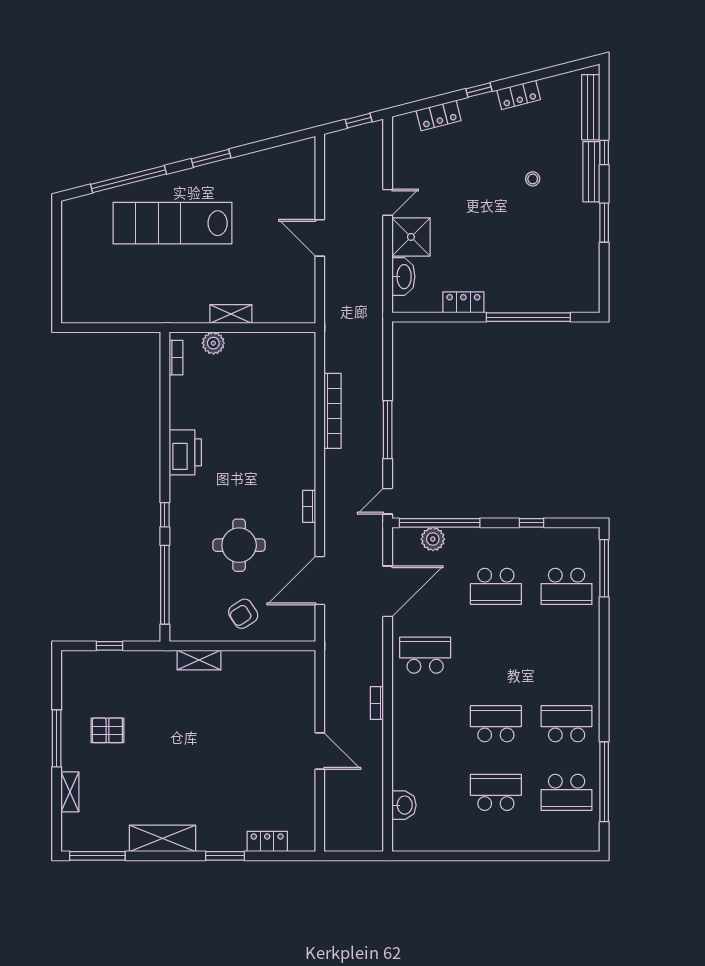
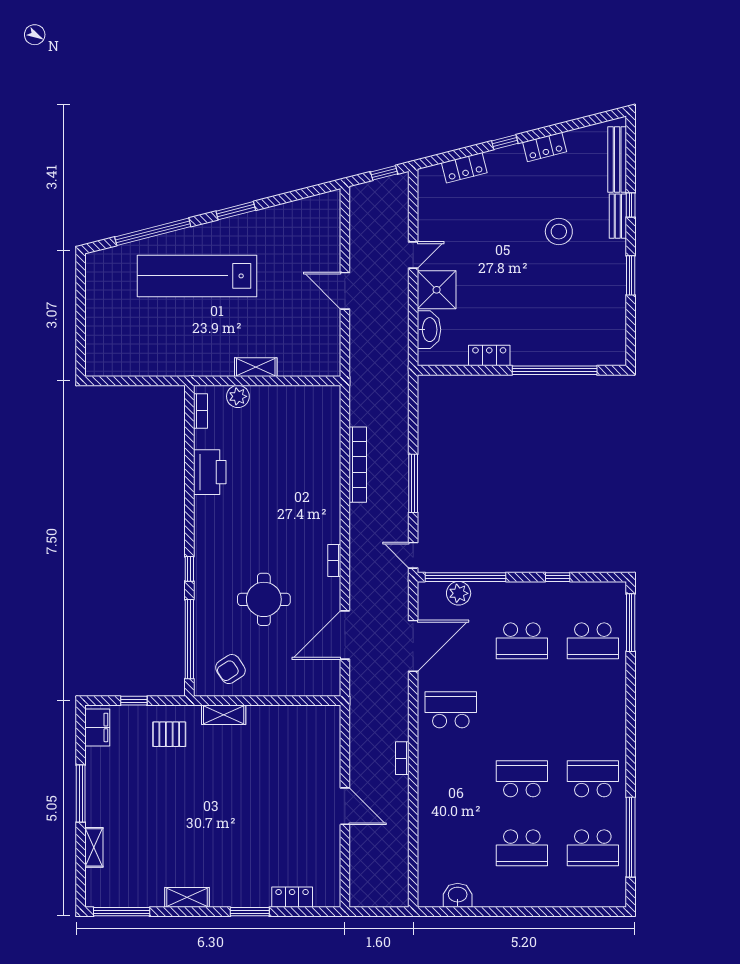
bench: (591, 172) -> (618, 216), width x0.73
stool: (533, 179) -> (559, 232), width x1.89, depth x1.89
printer: (185, 452) -> (210, 472), moved
door: (388, 501) -> (413, 555), hinge flipped
armchair: (243, 614) -> (230, 669), moved
filing cabinet: (73, 673) -> (97, 727), added
pallet: (107, 730) -> (169, 734), moved
school desk: (496, 792) -> (522, 848), turned 180
washbasin: (404, 805) -> (458, 895), moved, turned -90
shelving: (163, 838) -> (187, 897), width x0.67, depth x0.75

